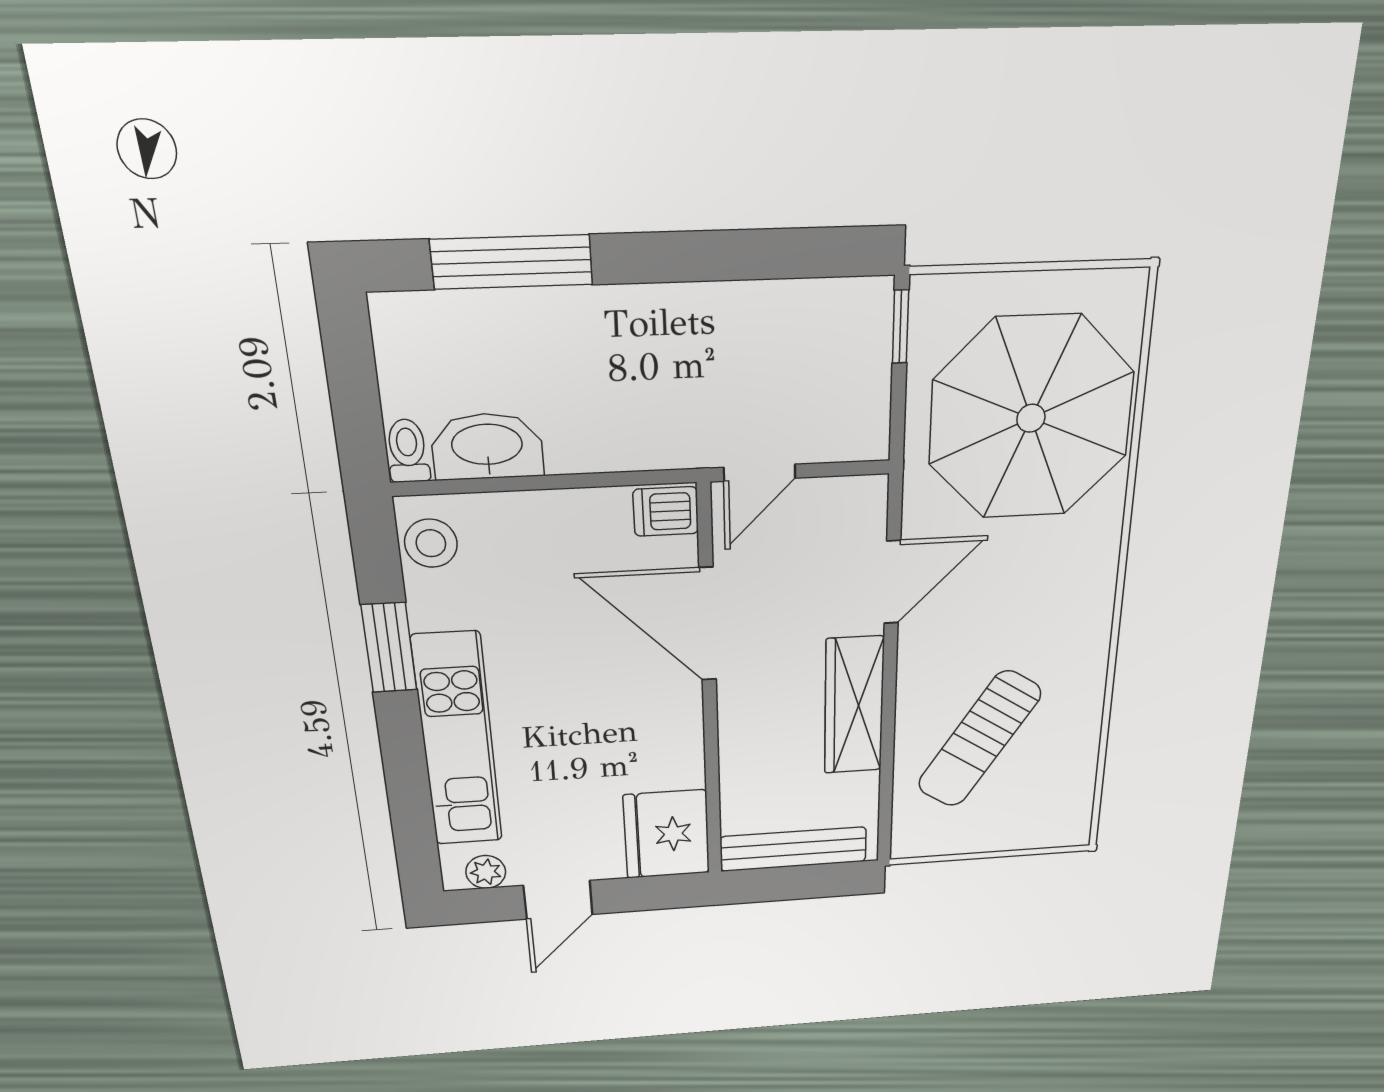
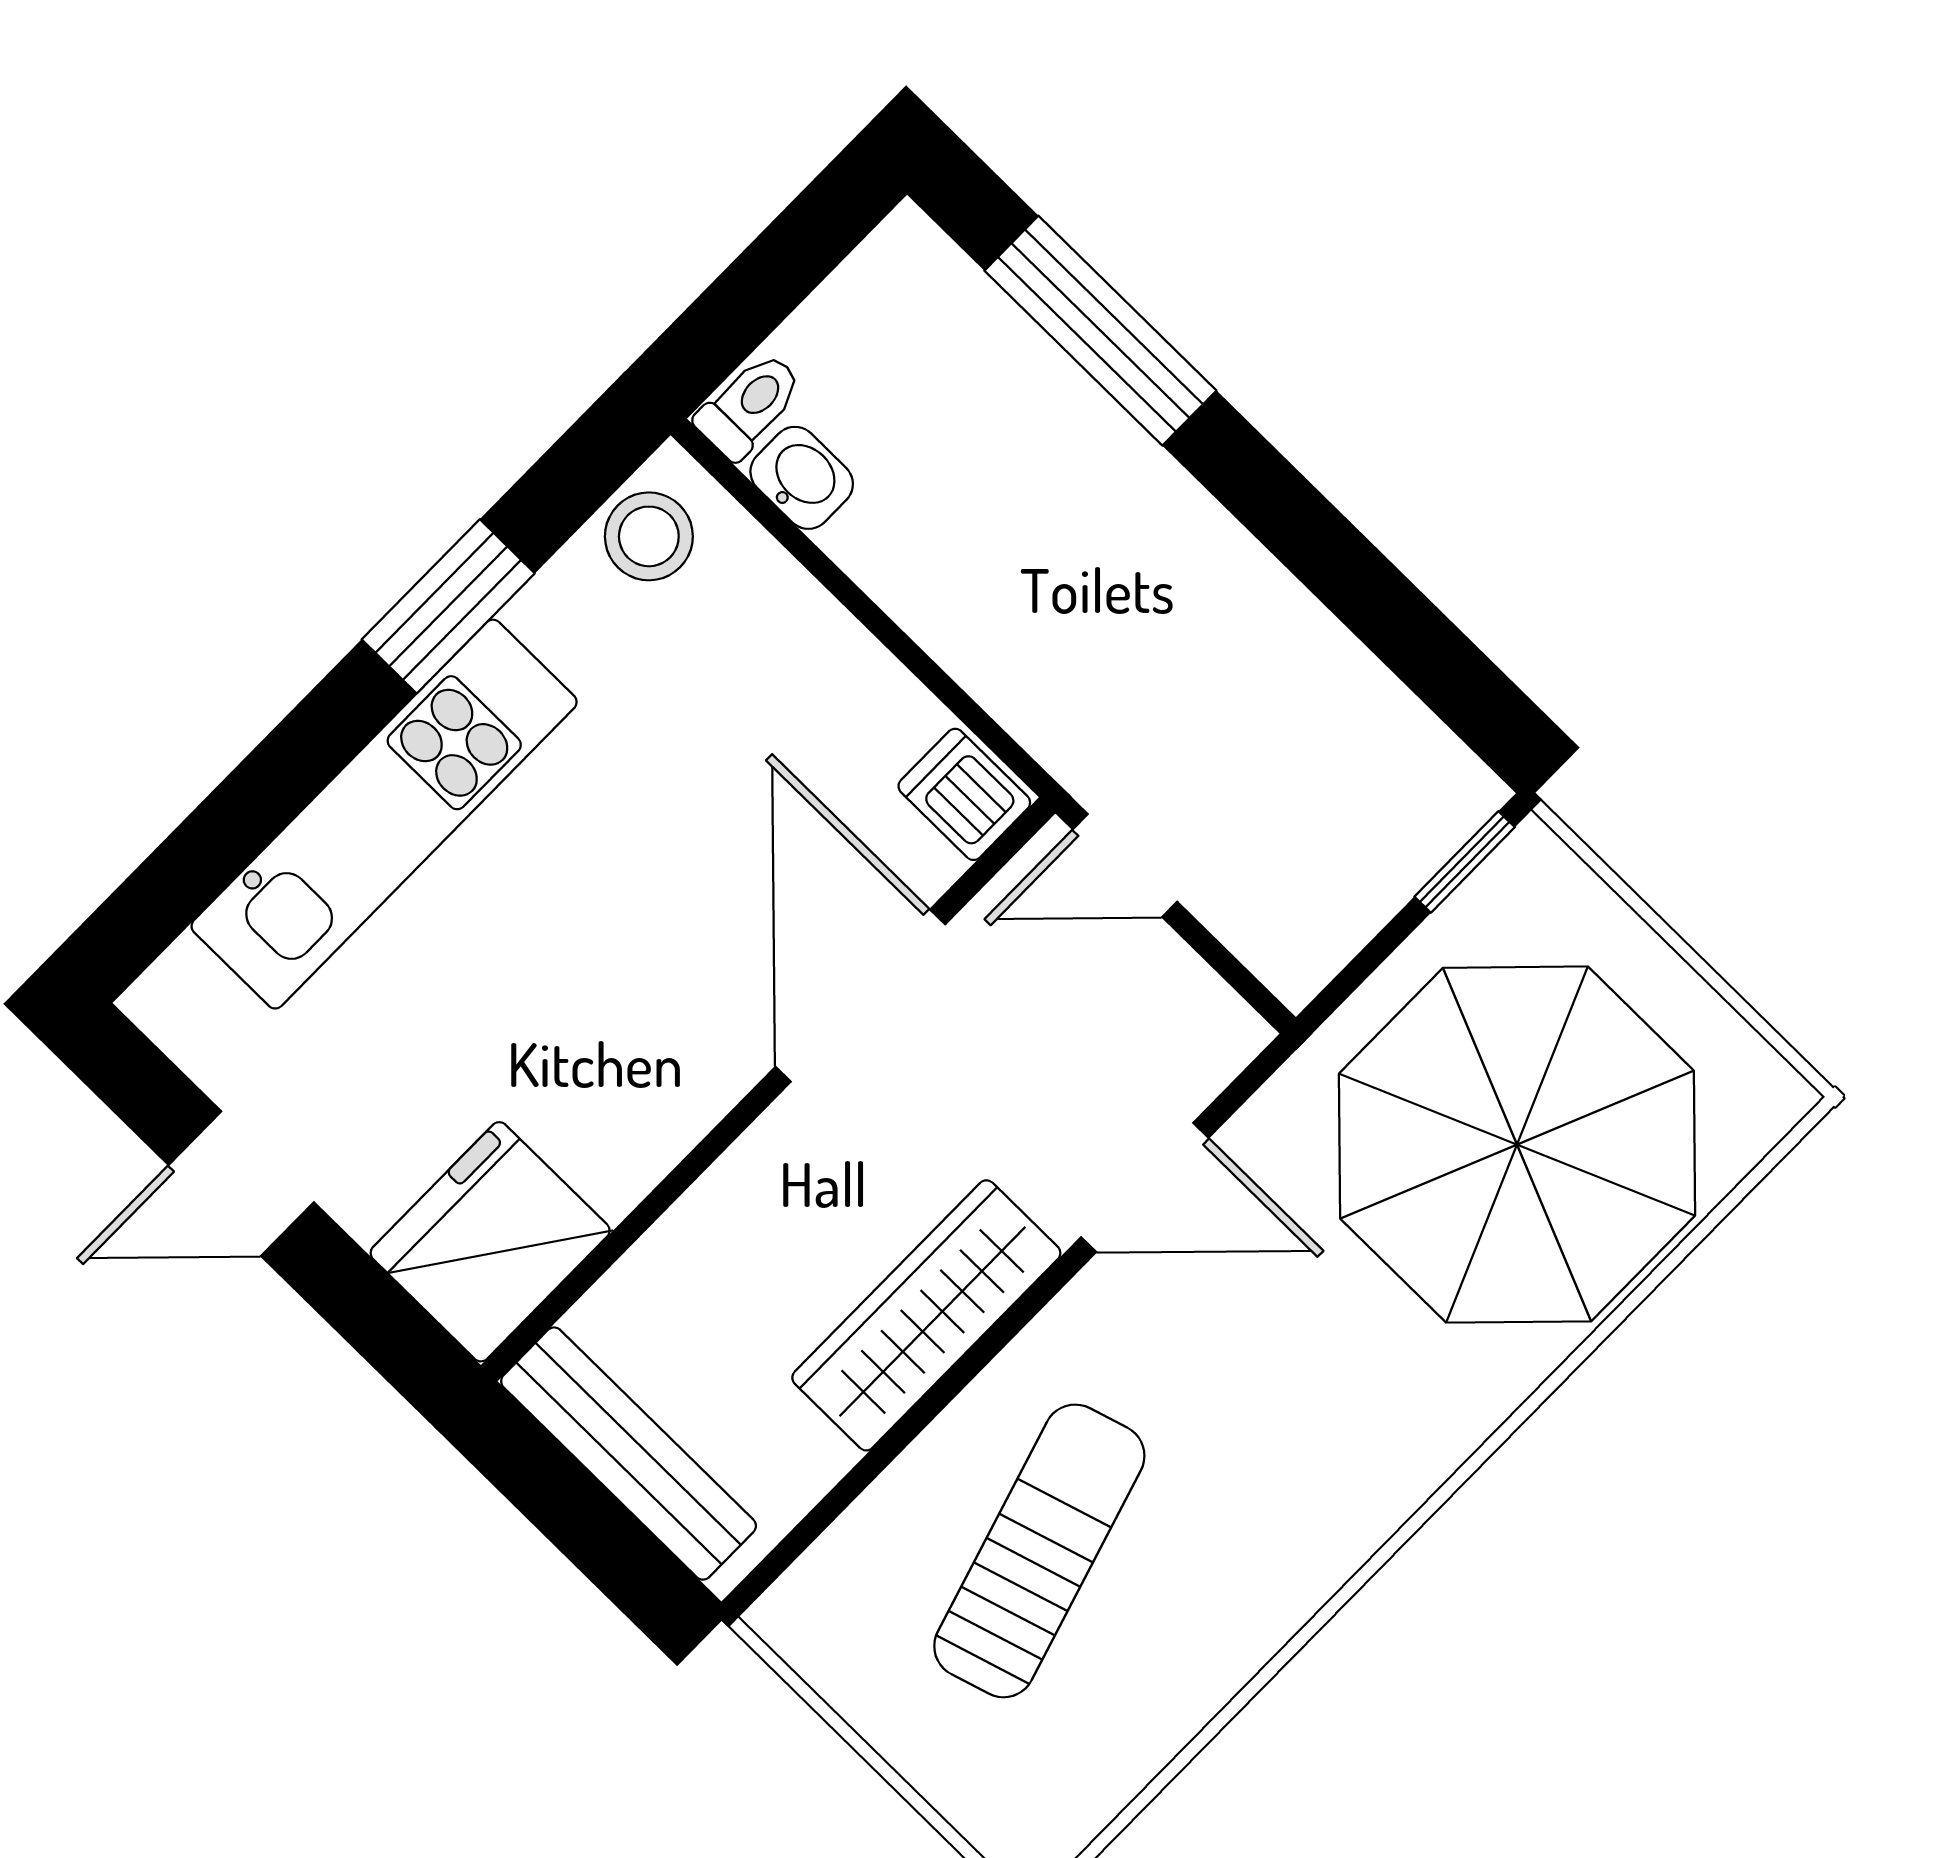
washbasin: (487, 446) -> (802, 478), width x0.52, depth x0.69
sun lounger: (979, 739) -> (1039, 1551), turned 130
plant: (486, 872) -> (200, 1036), removed

